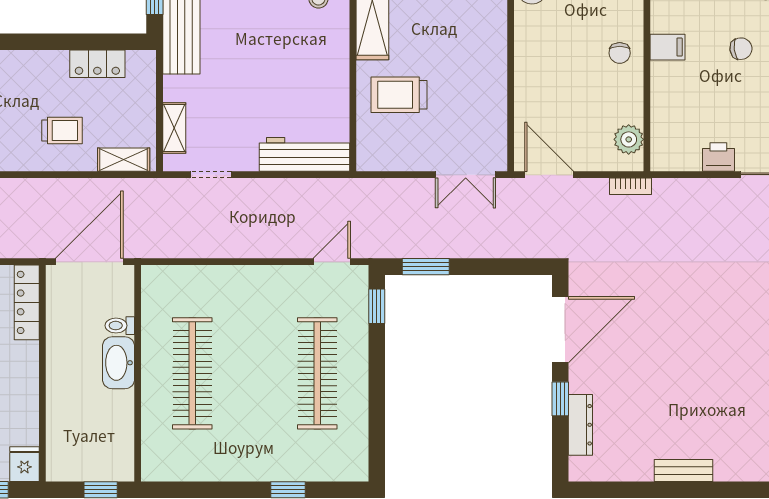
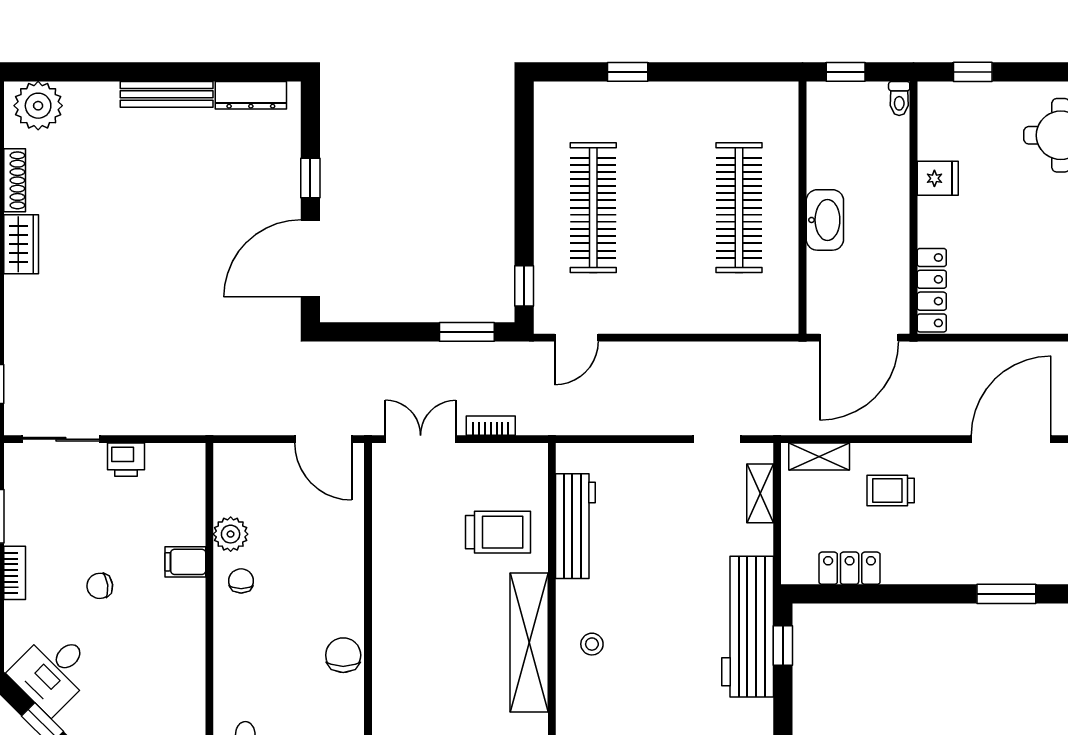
filing cabinet: (667, 47) -> (185, 562), moved
plant: (629, 139) -> (231, 534), moved
workbench: (305, 154) -> (575, 526), moved, turned -90
bookcase: (630, 186) -> (491, 426), moved
toilet: (120, 326) -> (899, 99), moved, turned 90
dresser: (580, 425) -> (251, 95), moved, turned -90
fridge: (24, 464) -> (938, 178), moved, turned -90
bench: (684, 471) -> (167, 94), width x1.36

